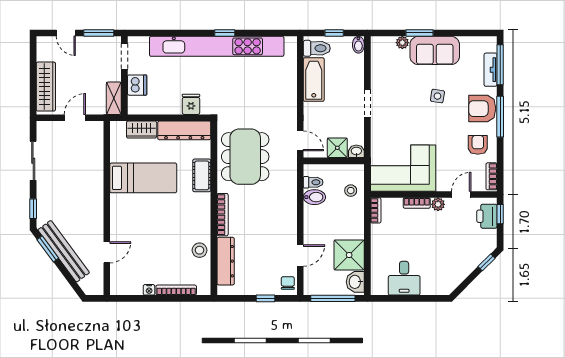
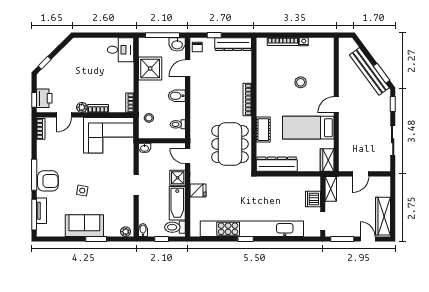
plant: (402, 43) -> (126, 232), moved
wardrobe: (46, 87) -> (383, 216), moved
fridge: (191, 104) -> (198, 191), moved, turned -90
wardrobe: (142, 130) -> (327, 160), moved, turned -90
armchair: (478, 145) -> (51, 153), removed
shower: (337, 148) -> (178, 178), moved
bidet: (314, 197) -> (177, 96), moved
stool: (199, 250) -> (301, 82), moved
door: (107, 252) -> (336, 105), moved
dresser: (226, 261) -> (233, 44), moved, turned -90
desk: (404, 278) -> (121, 50), moved, turned 90
washbasin: (355, 282) -> (177, 44), moved, turned 90

